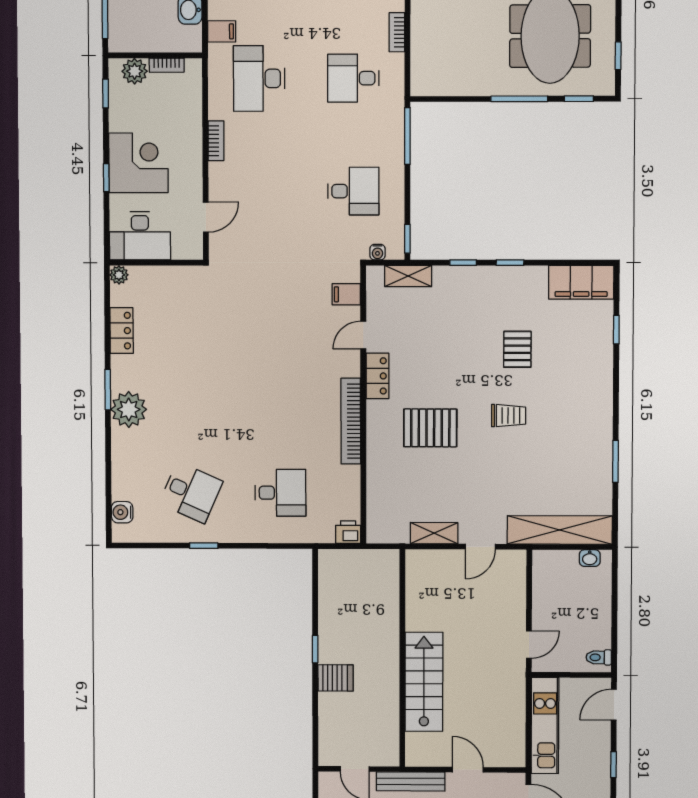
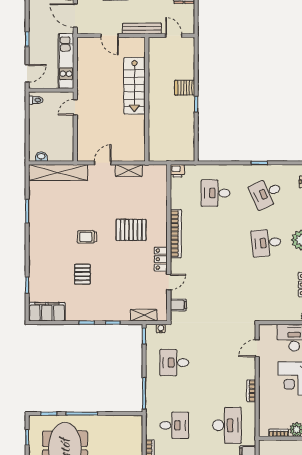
desk: (190, 405) -> (266, 243), added
desk: (191, 492) -> (266, 193), turned -48

